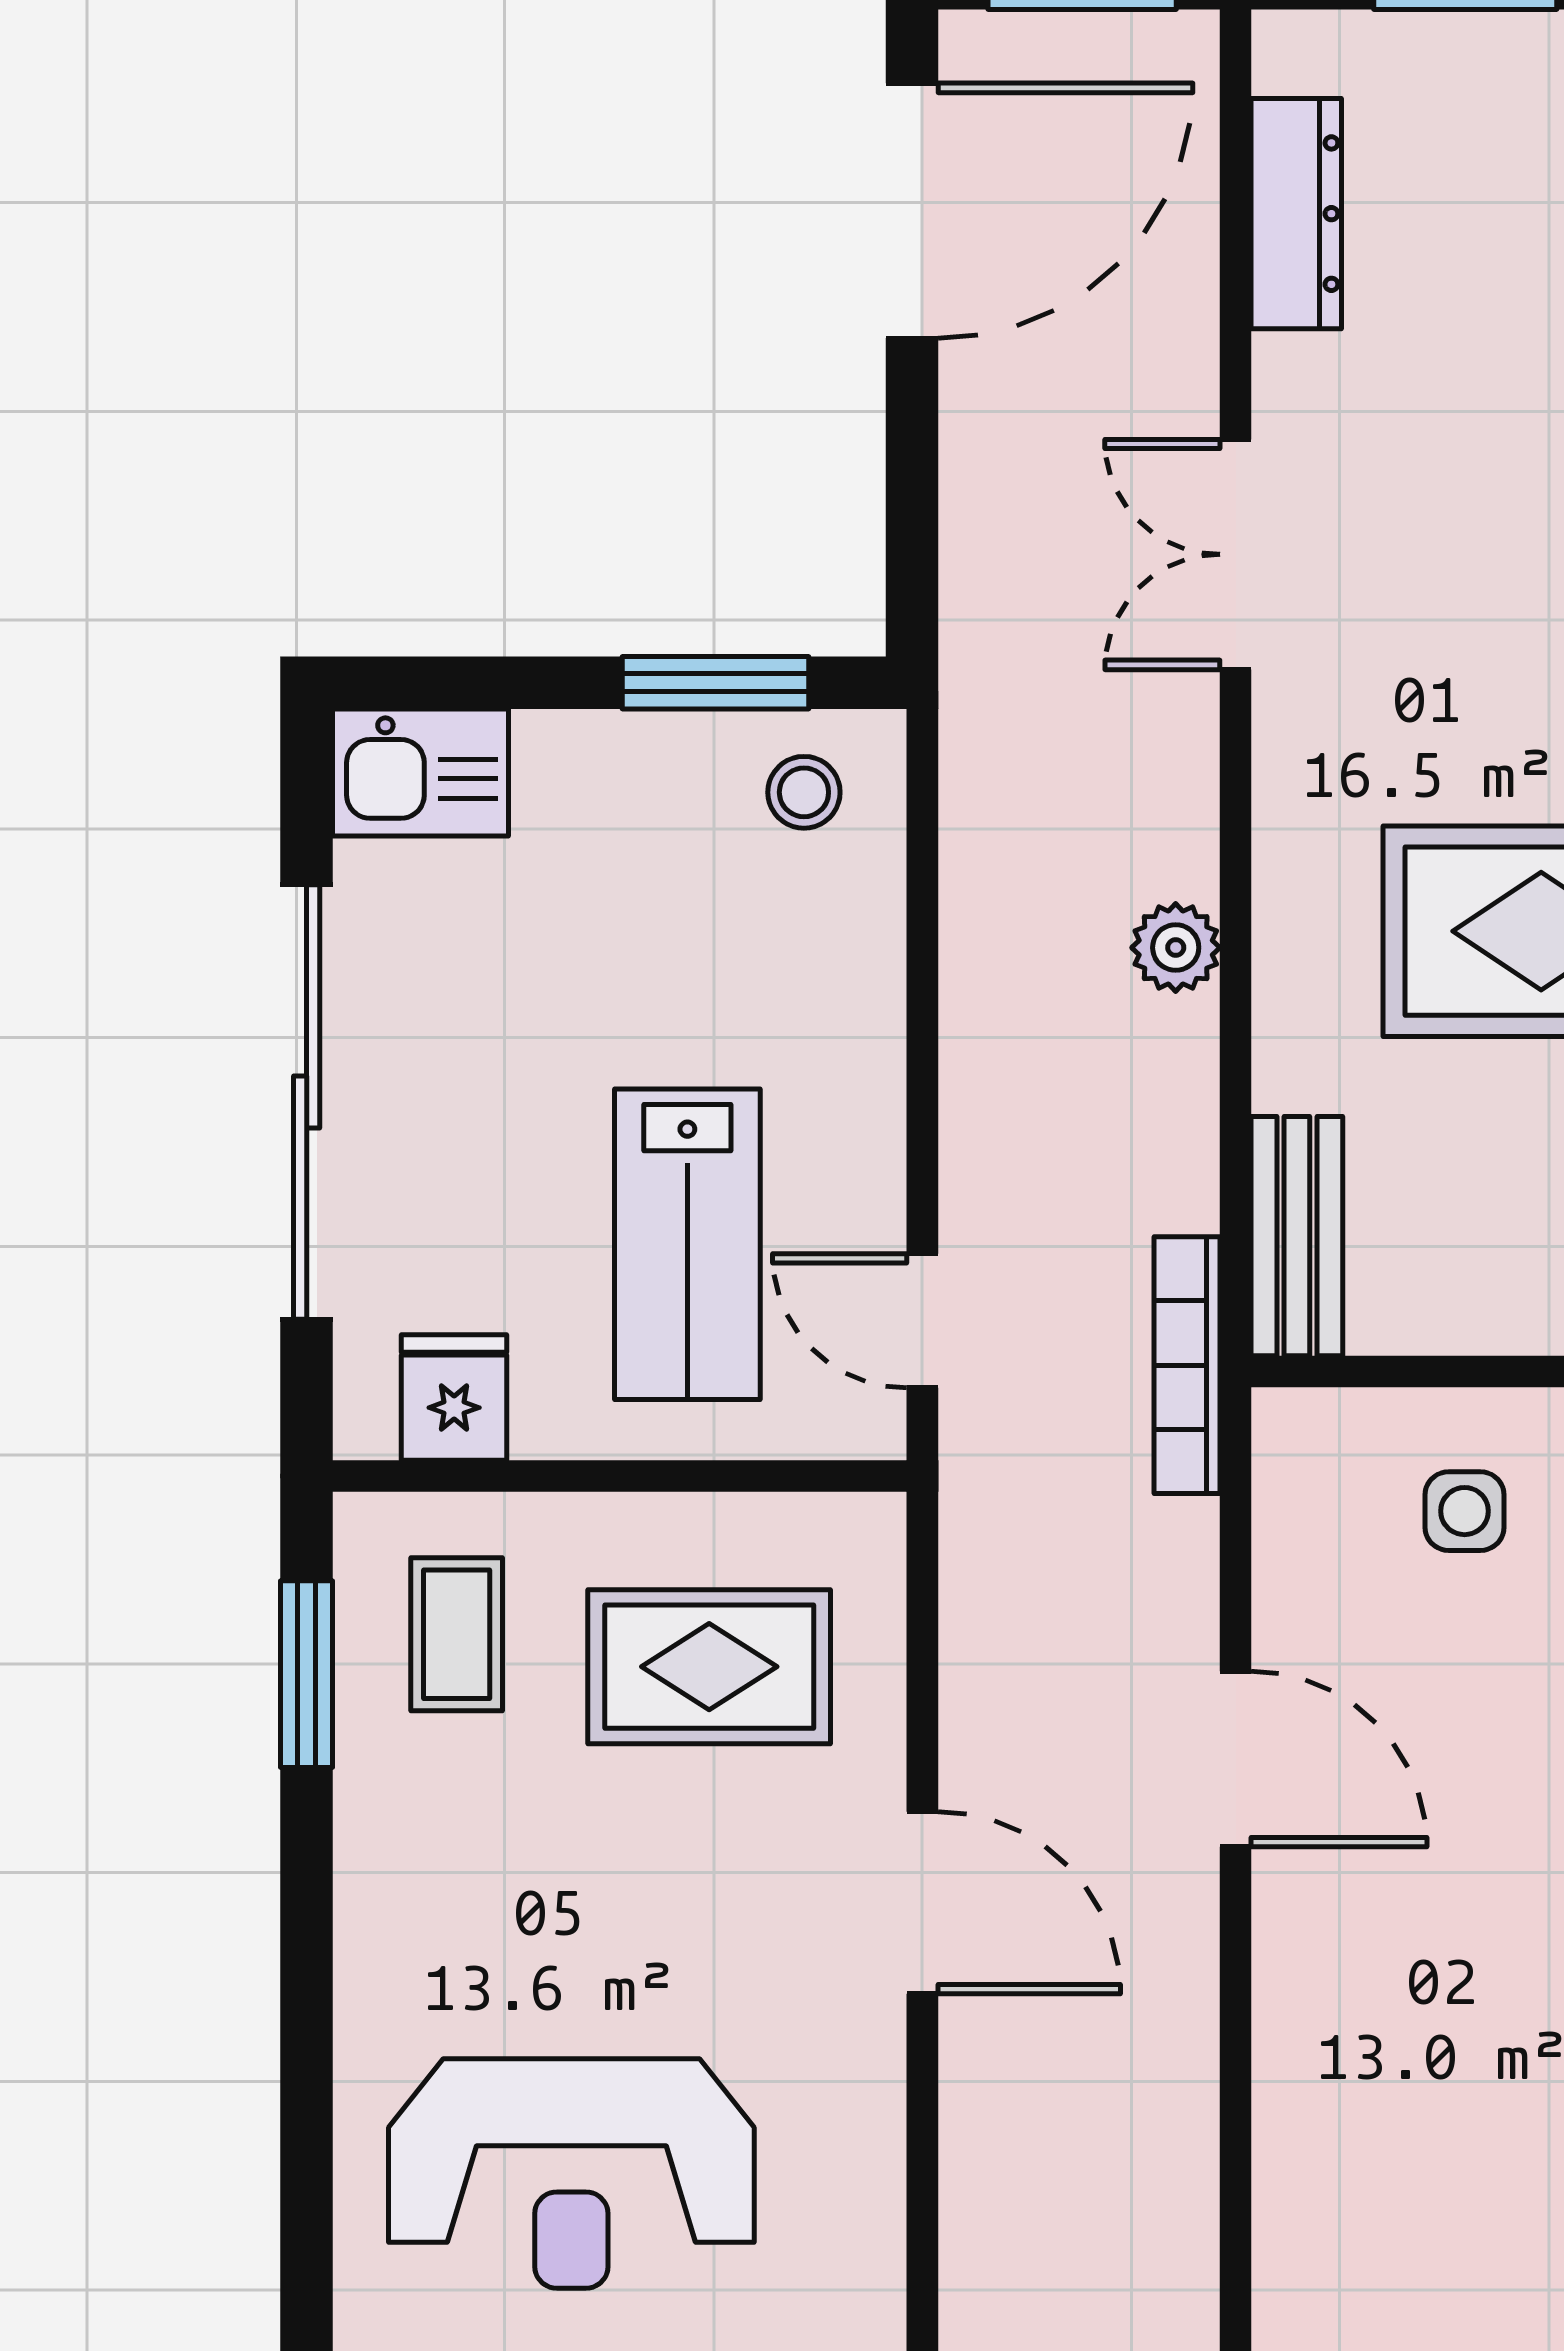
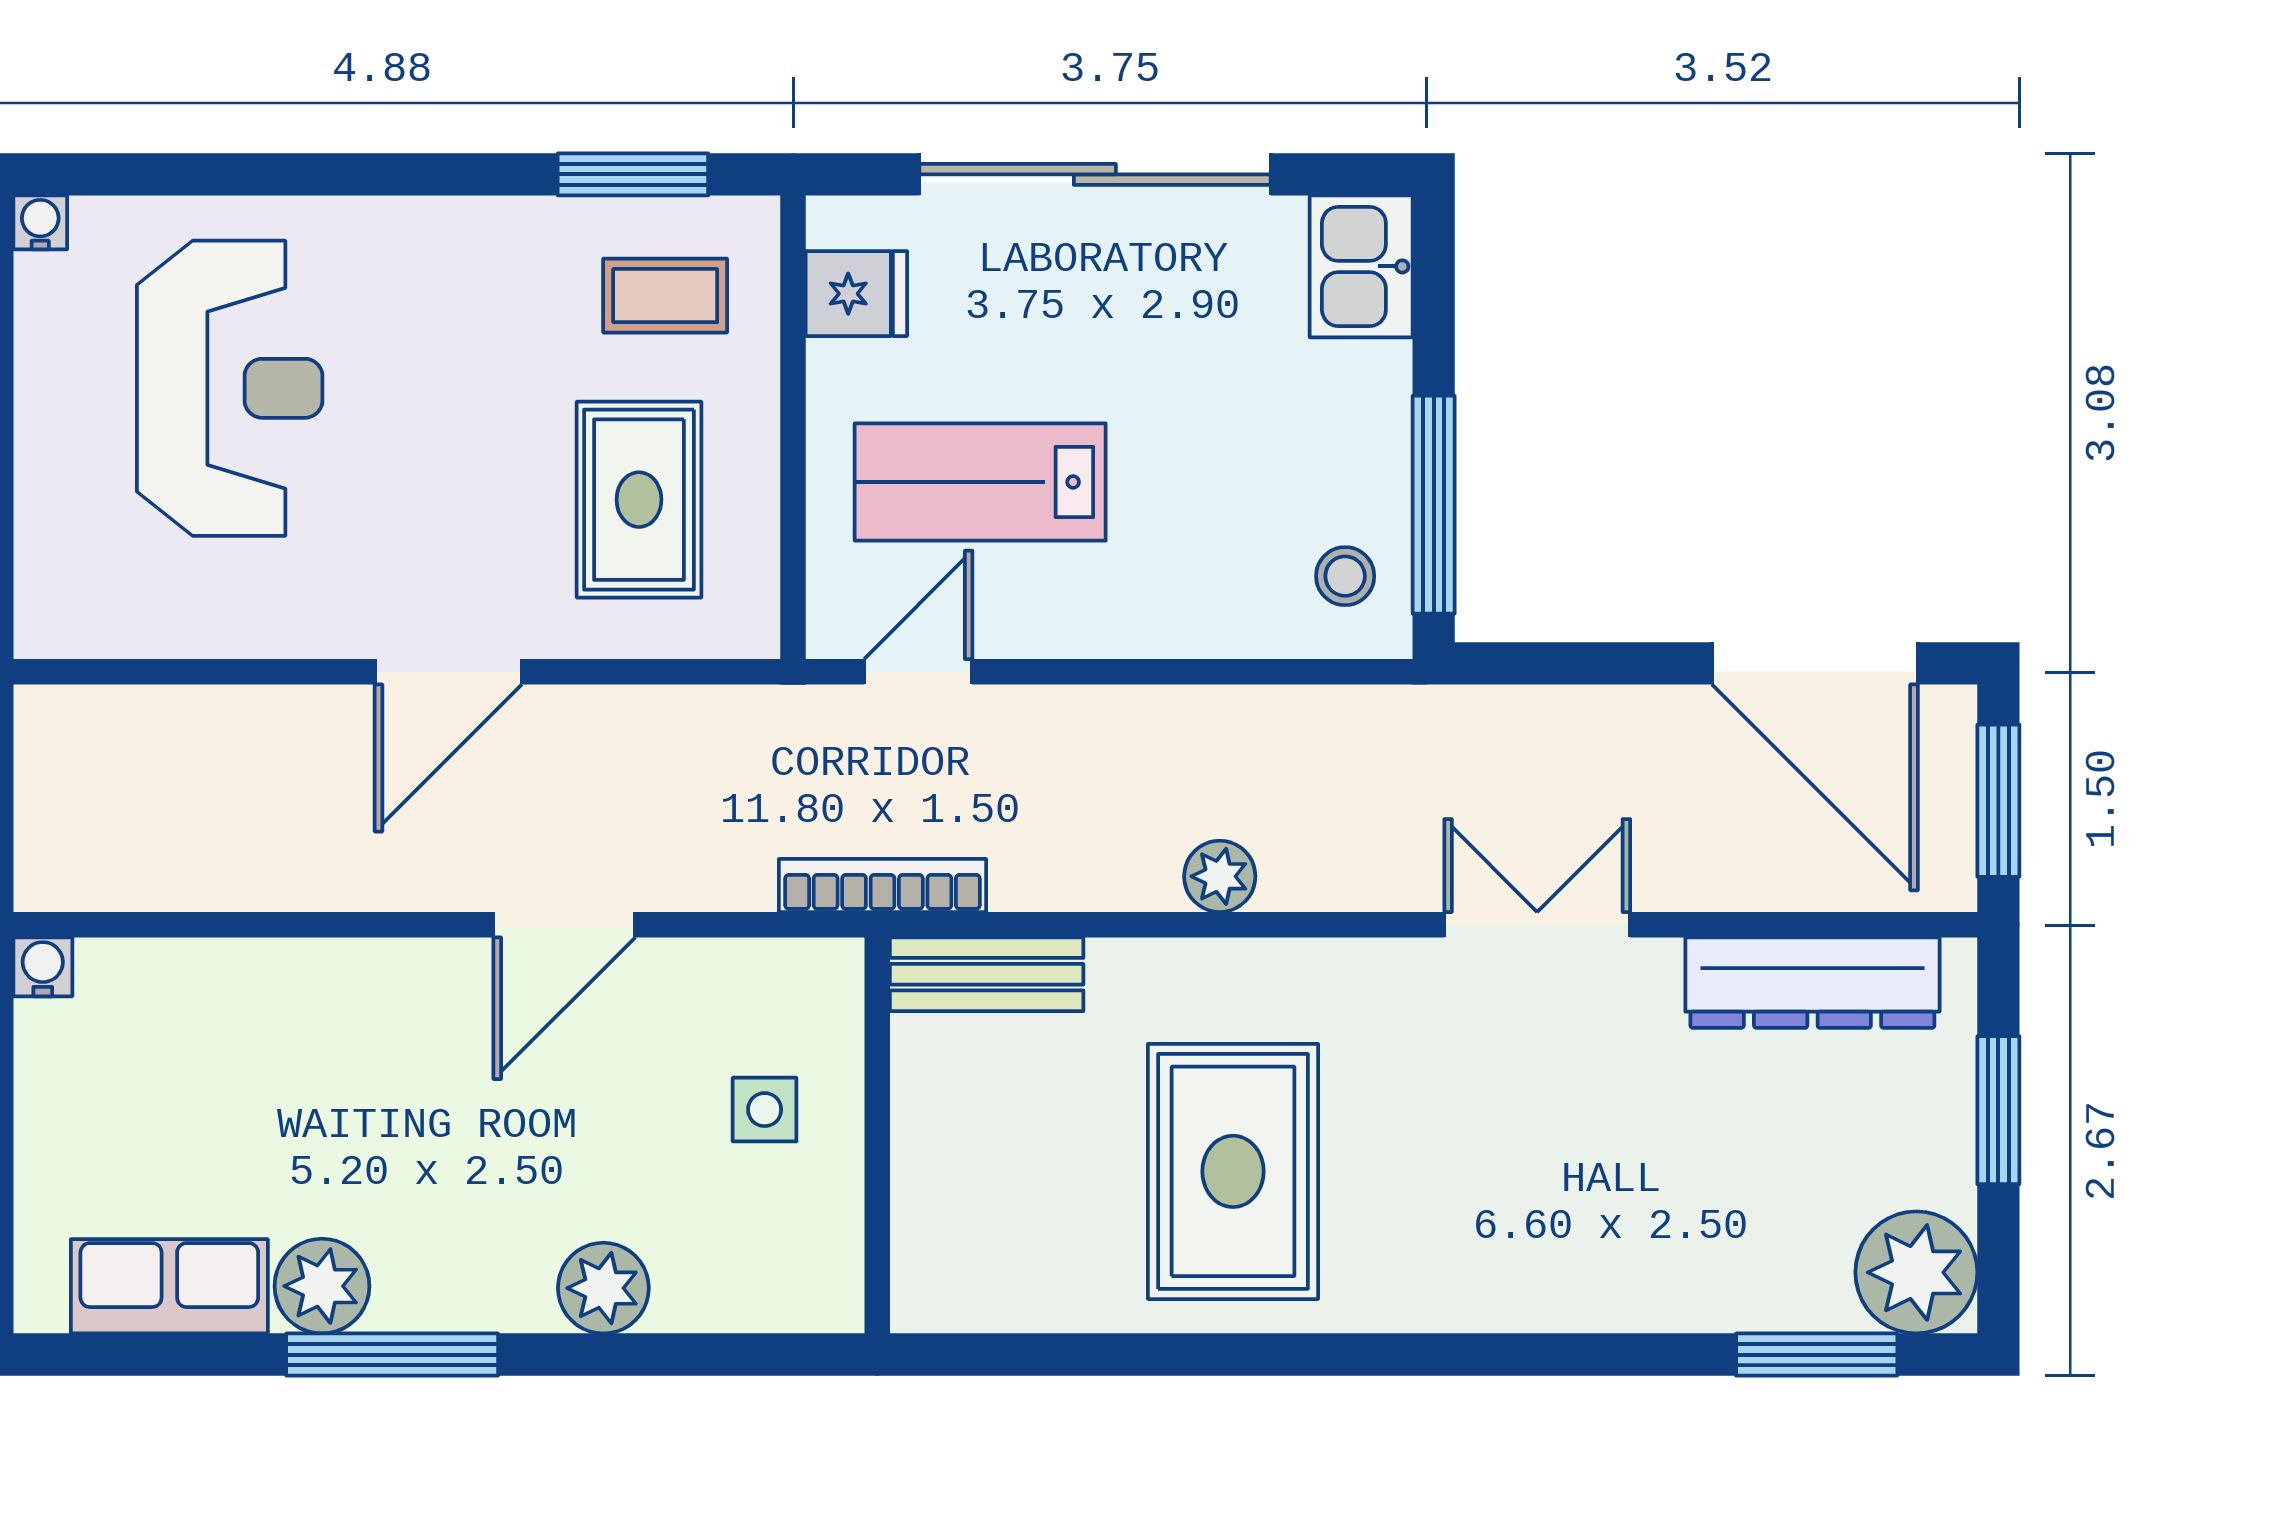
dresser: (1296, 214) -> (1812, 983), width x1.37, depth x1.24
window: (716, 683) -> (1434, 505), width x1.44
reception desk: (571, 2173) -> (230, 388), turned 180

